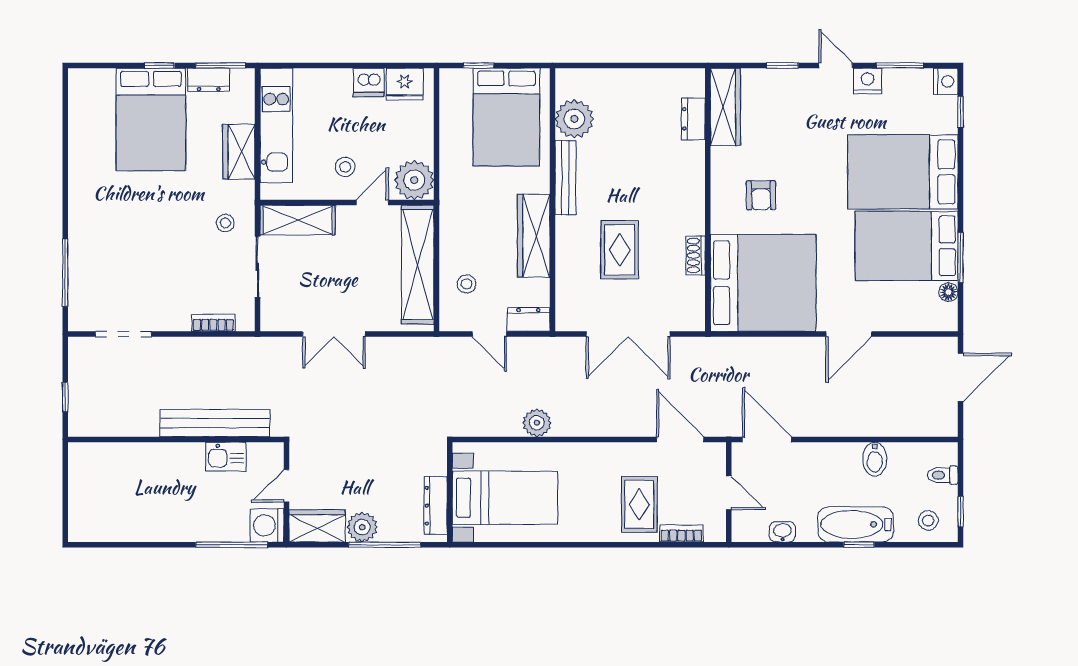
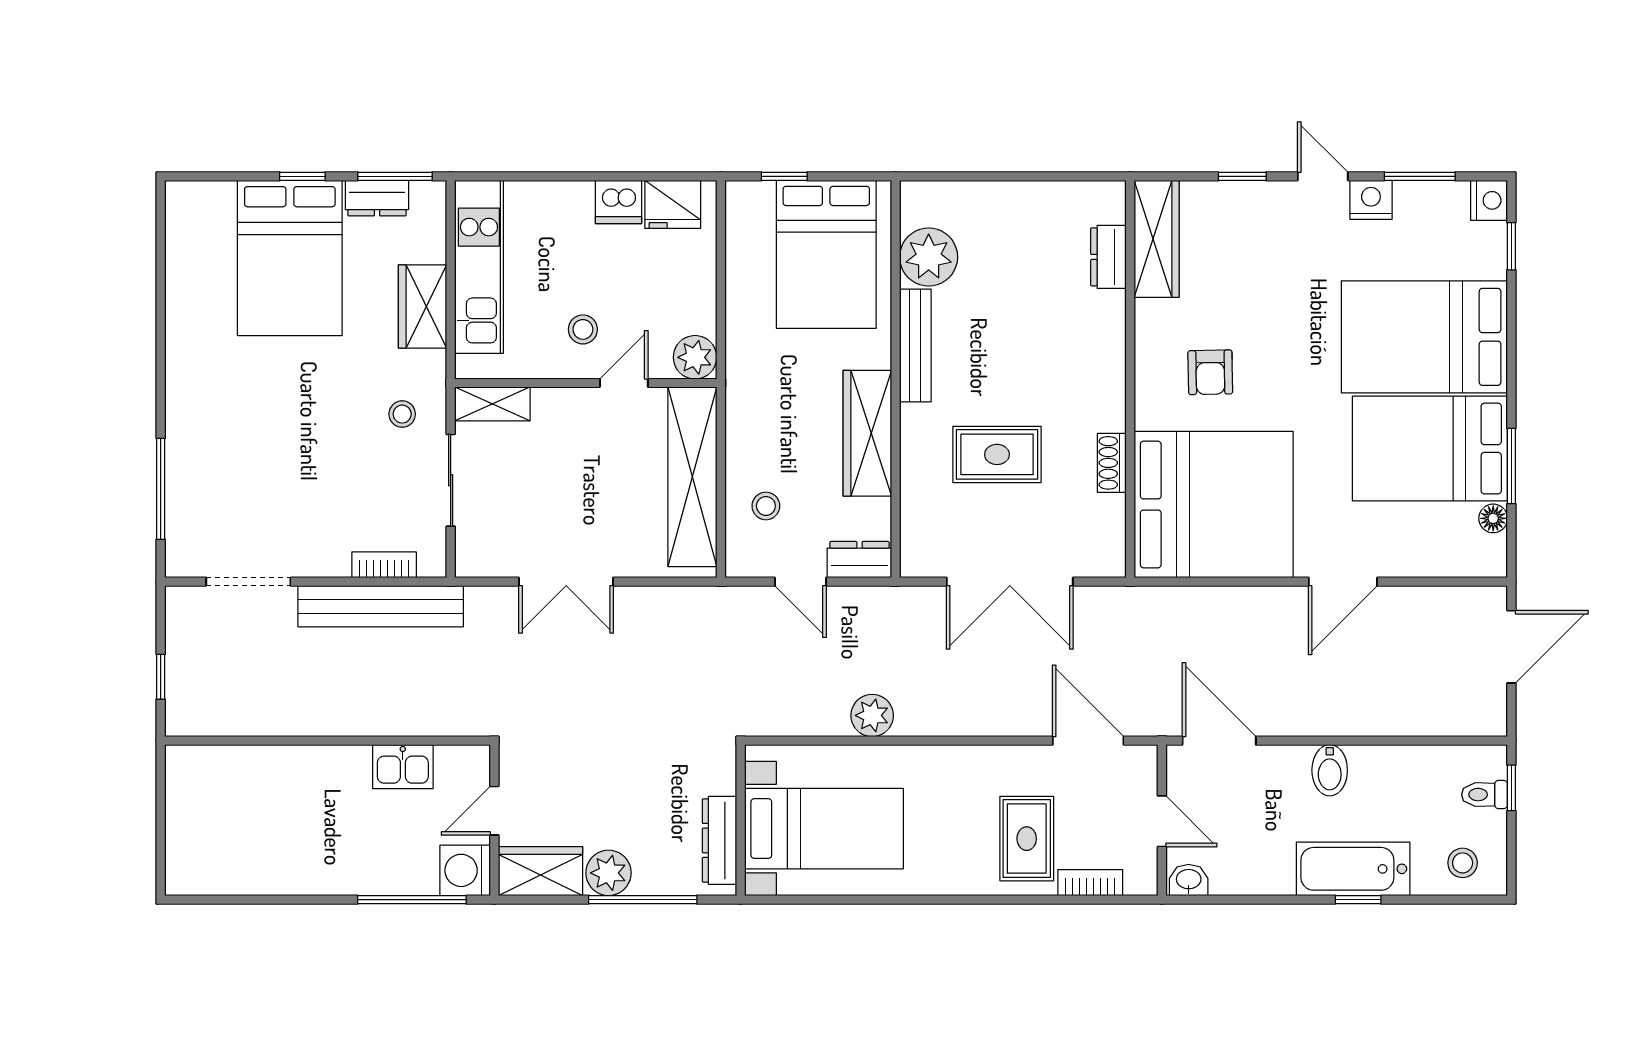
plant: (414, 180) -> (695, 357), width x0.73, depth x0.73
shelving: (298, 220) -> (492, 404), width x0.67, depth x0.75
rug: (620, 250) -> (997, 454), turned 90
bench: (215, 423) -> (381, 606), moved
bidet: (875, 459) -> (1330, 770), moved
window: (961, 512) -> (1511, 788), moved
washbasin: (782, 532) -> (1189, 880), moved

